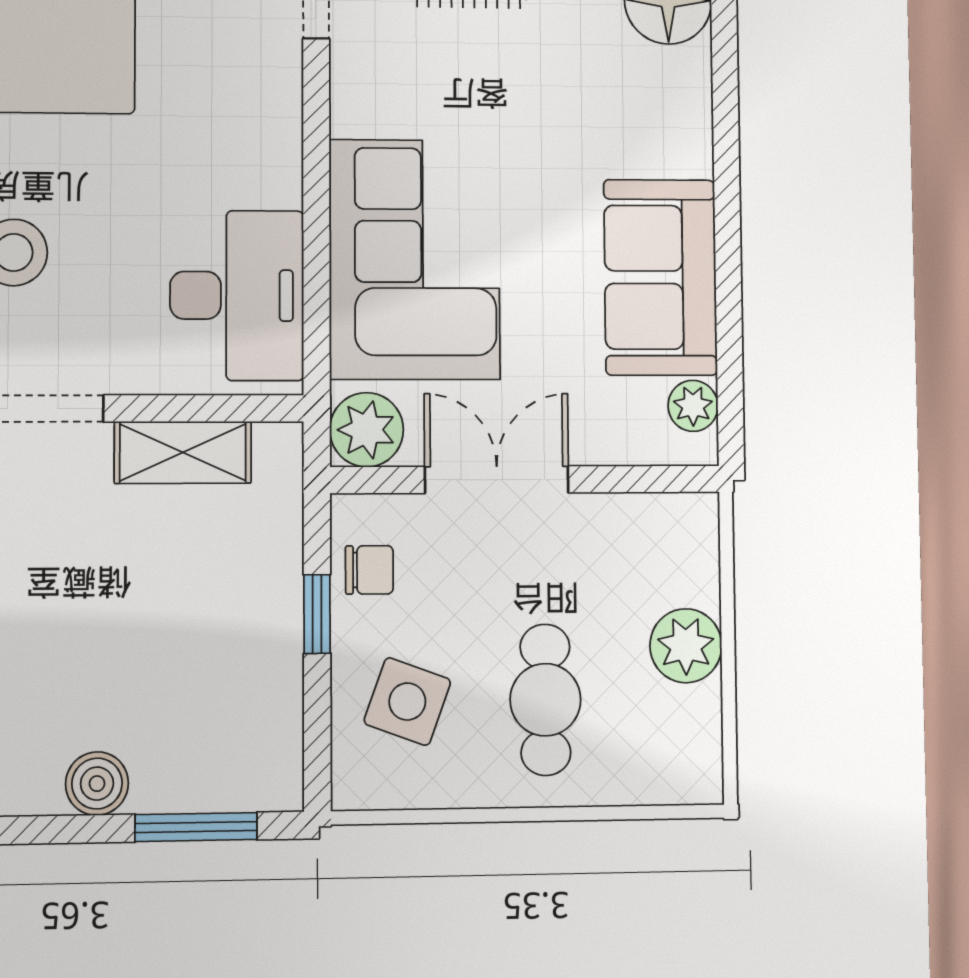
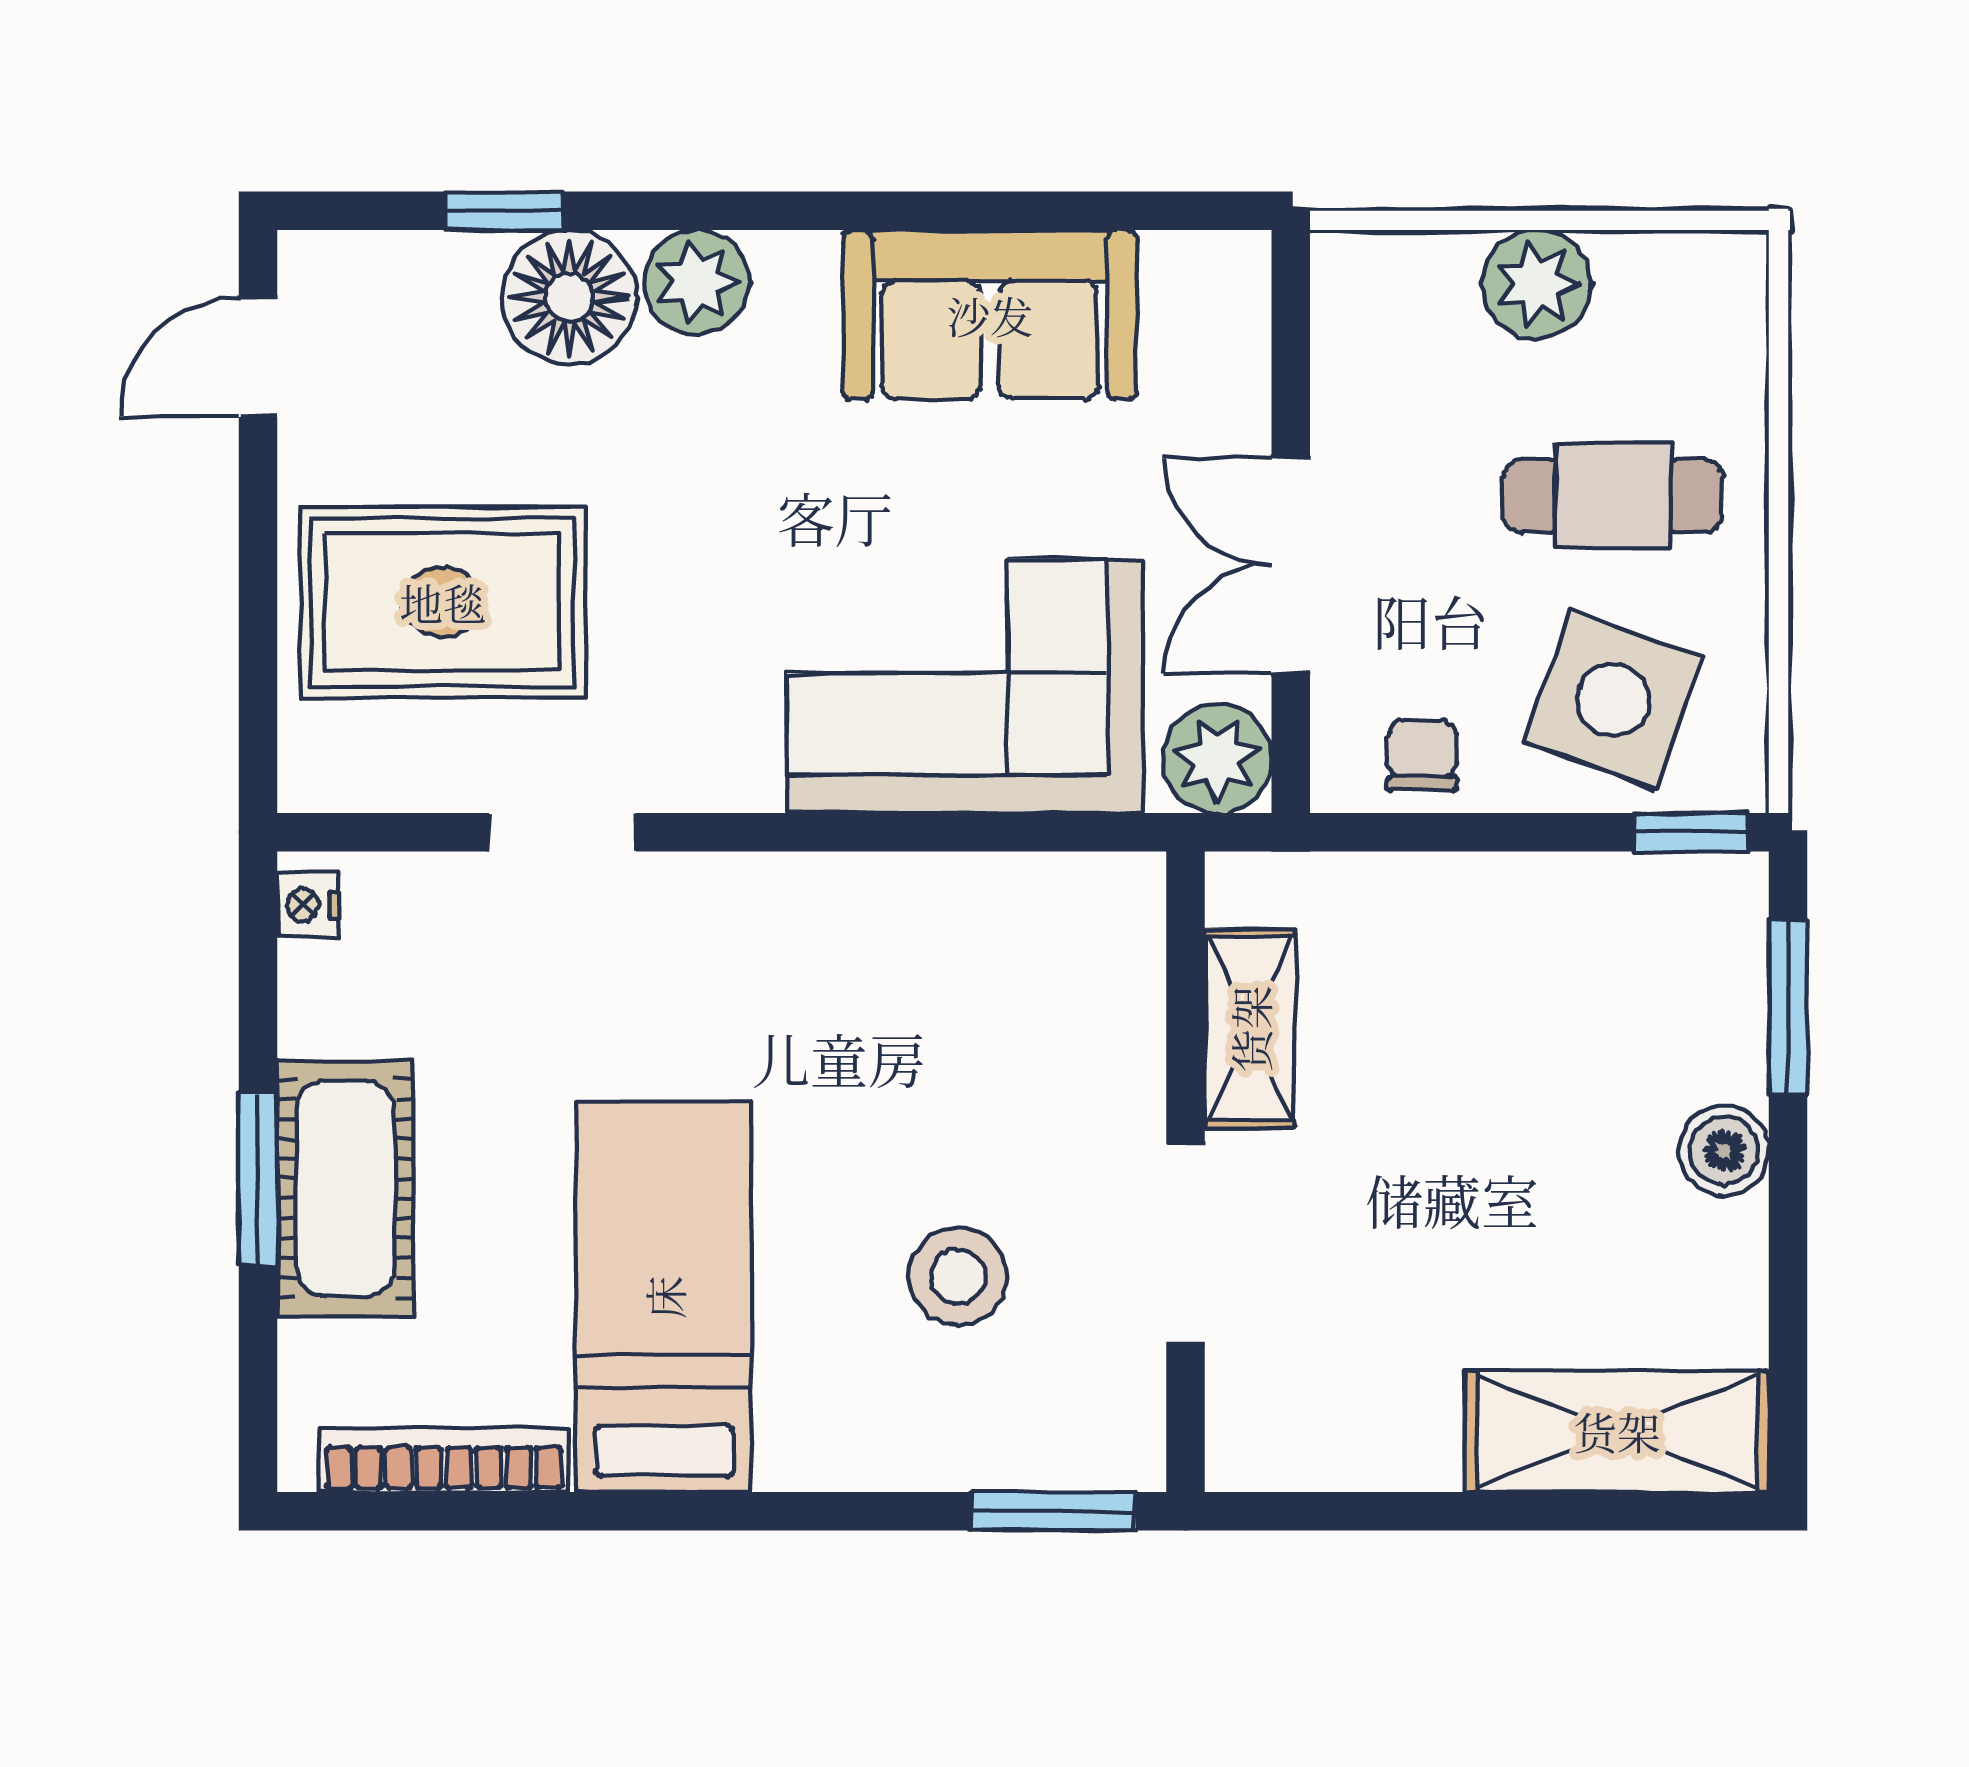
desk: (237, 295) -> (1020, 950), removed
plant: (693, 406) -> (696, 282), moved, width x1.38, depth x1.38
window: (317, 614) -> (1691, 832), moved
side table: (407, 702) -> (1613, 700), width x1.37, depth x1.37

